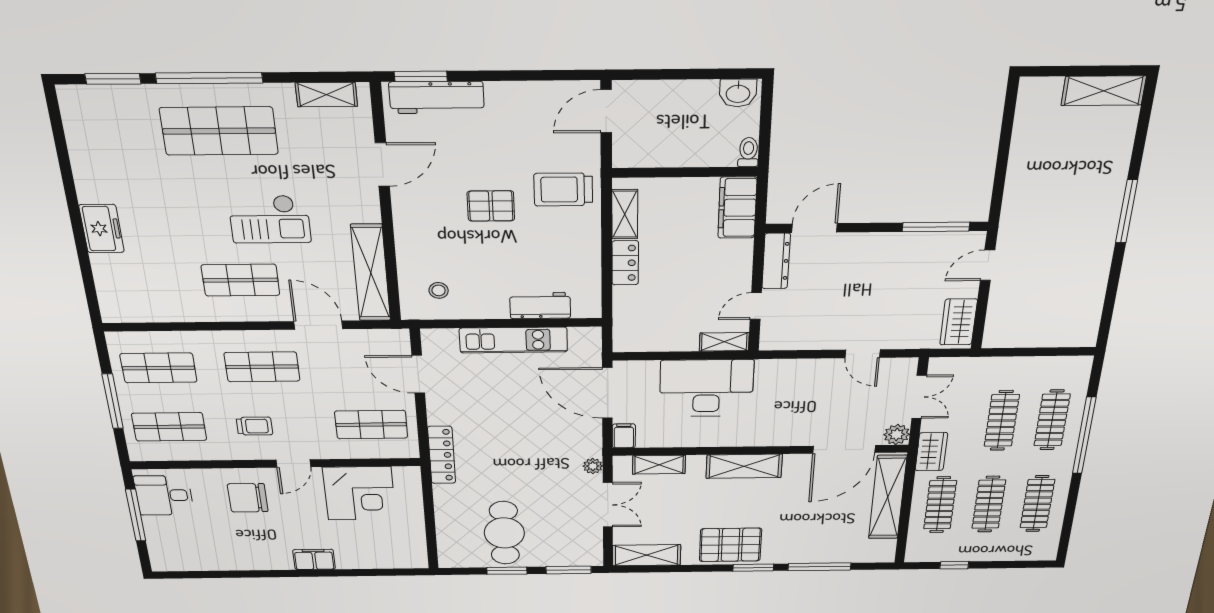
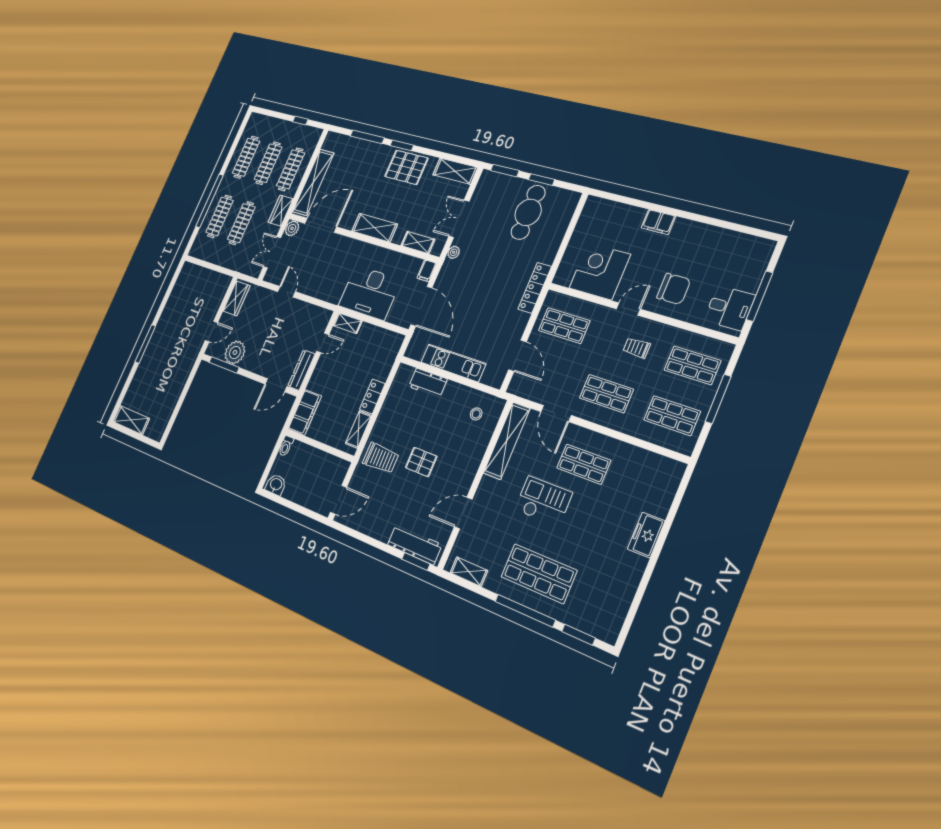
plant: (922, 250) -> (235, 352), added

